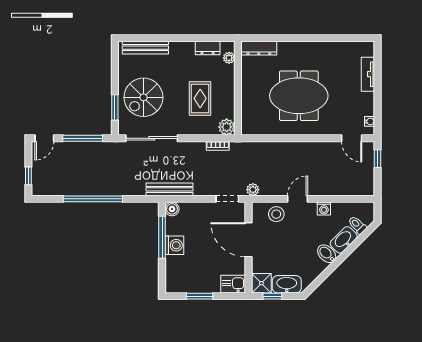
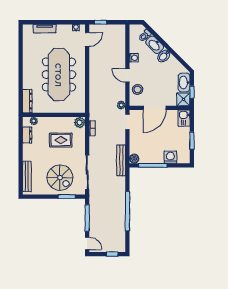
meeting table: (299, 96) -> (59, 75), width x1.36
washing machine: (174, 245) -> (170, 157), moved

